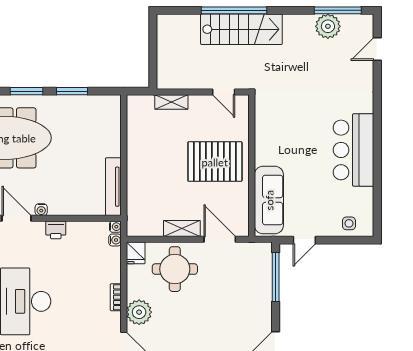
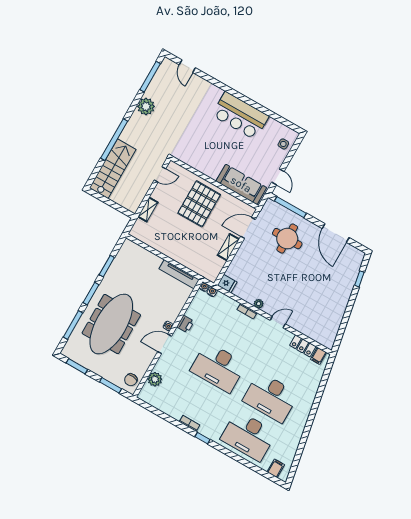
plant: (328, 26) -> (146, 106), moved
stairs: (241, 29) -> (113, 169), moved
round table: (175, 269) -> (287, 239), moved
plant: (139, 312) -> (259, 304), width x0.53, depth x0.53

